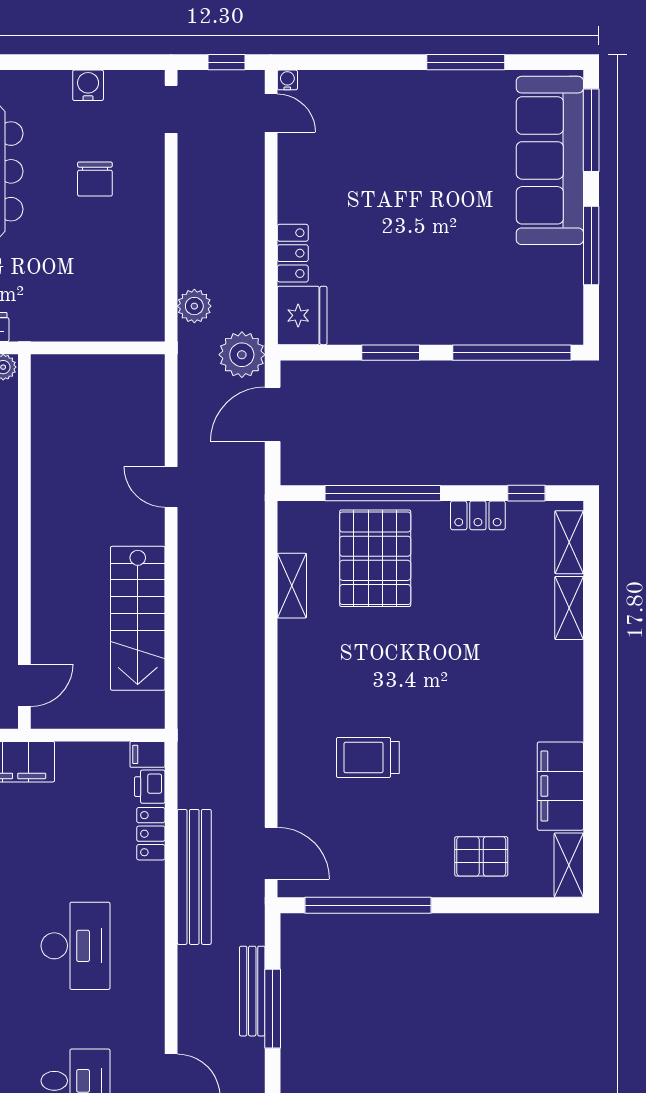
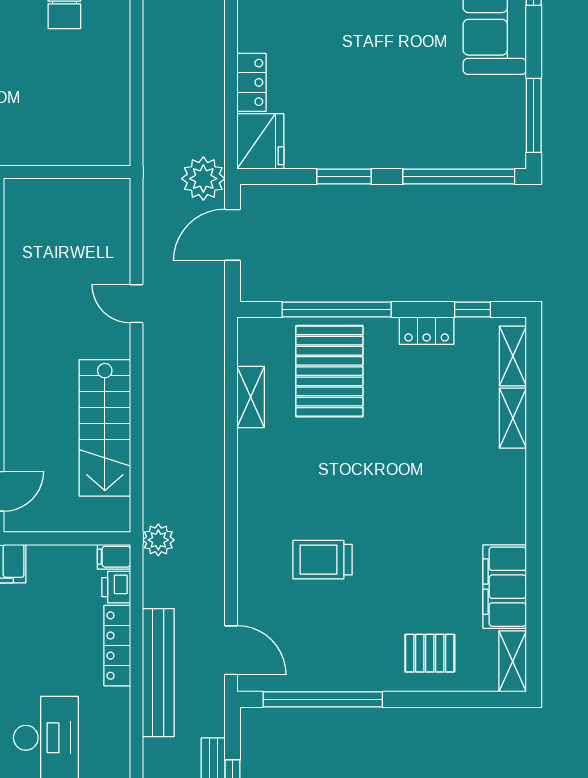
window: (591, 245) -> (534, 115), moved
plant: (194, 306) -> (158, 540), moved
locker: (151, 834) -> (117, 646), width x1.53

